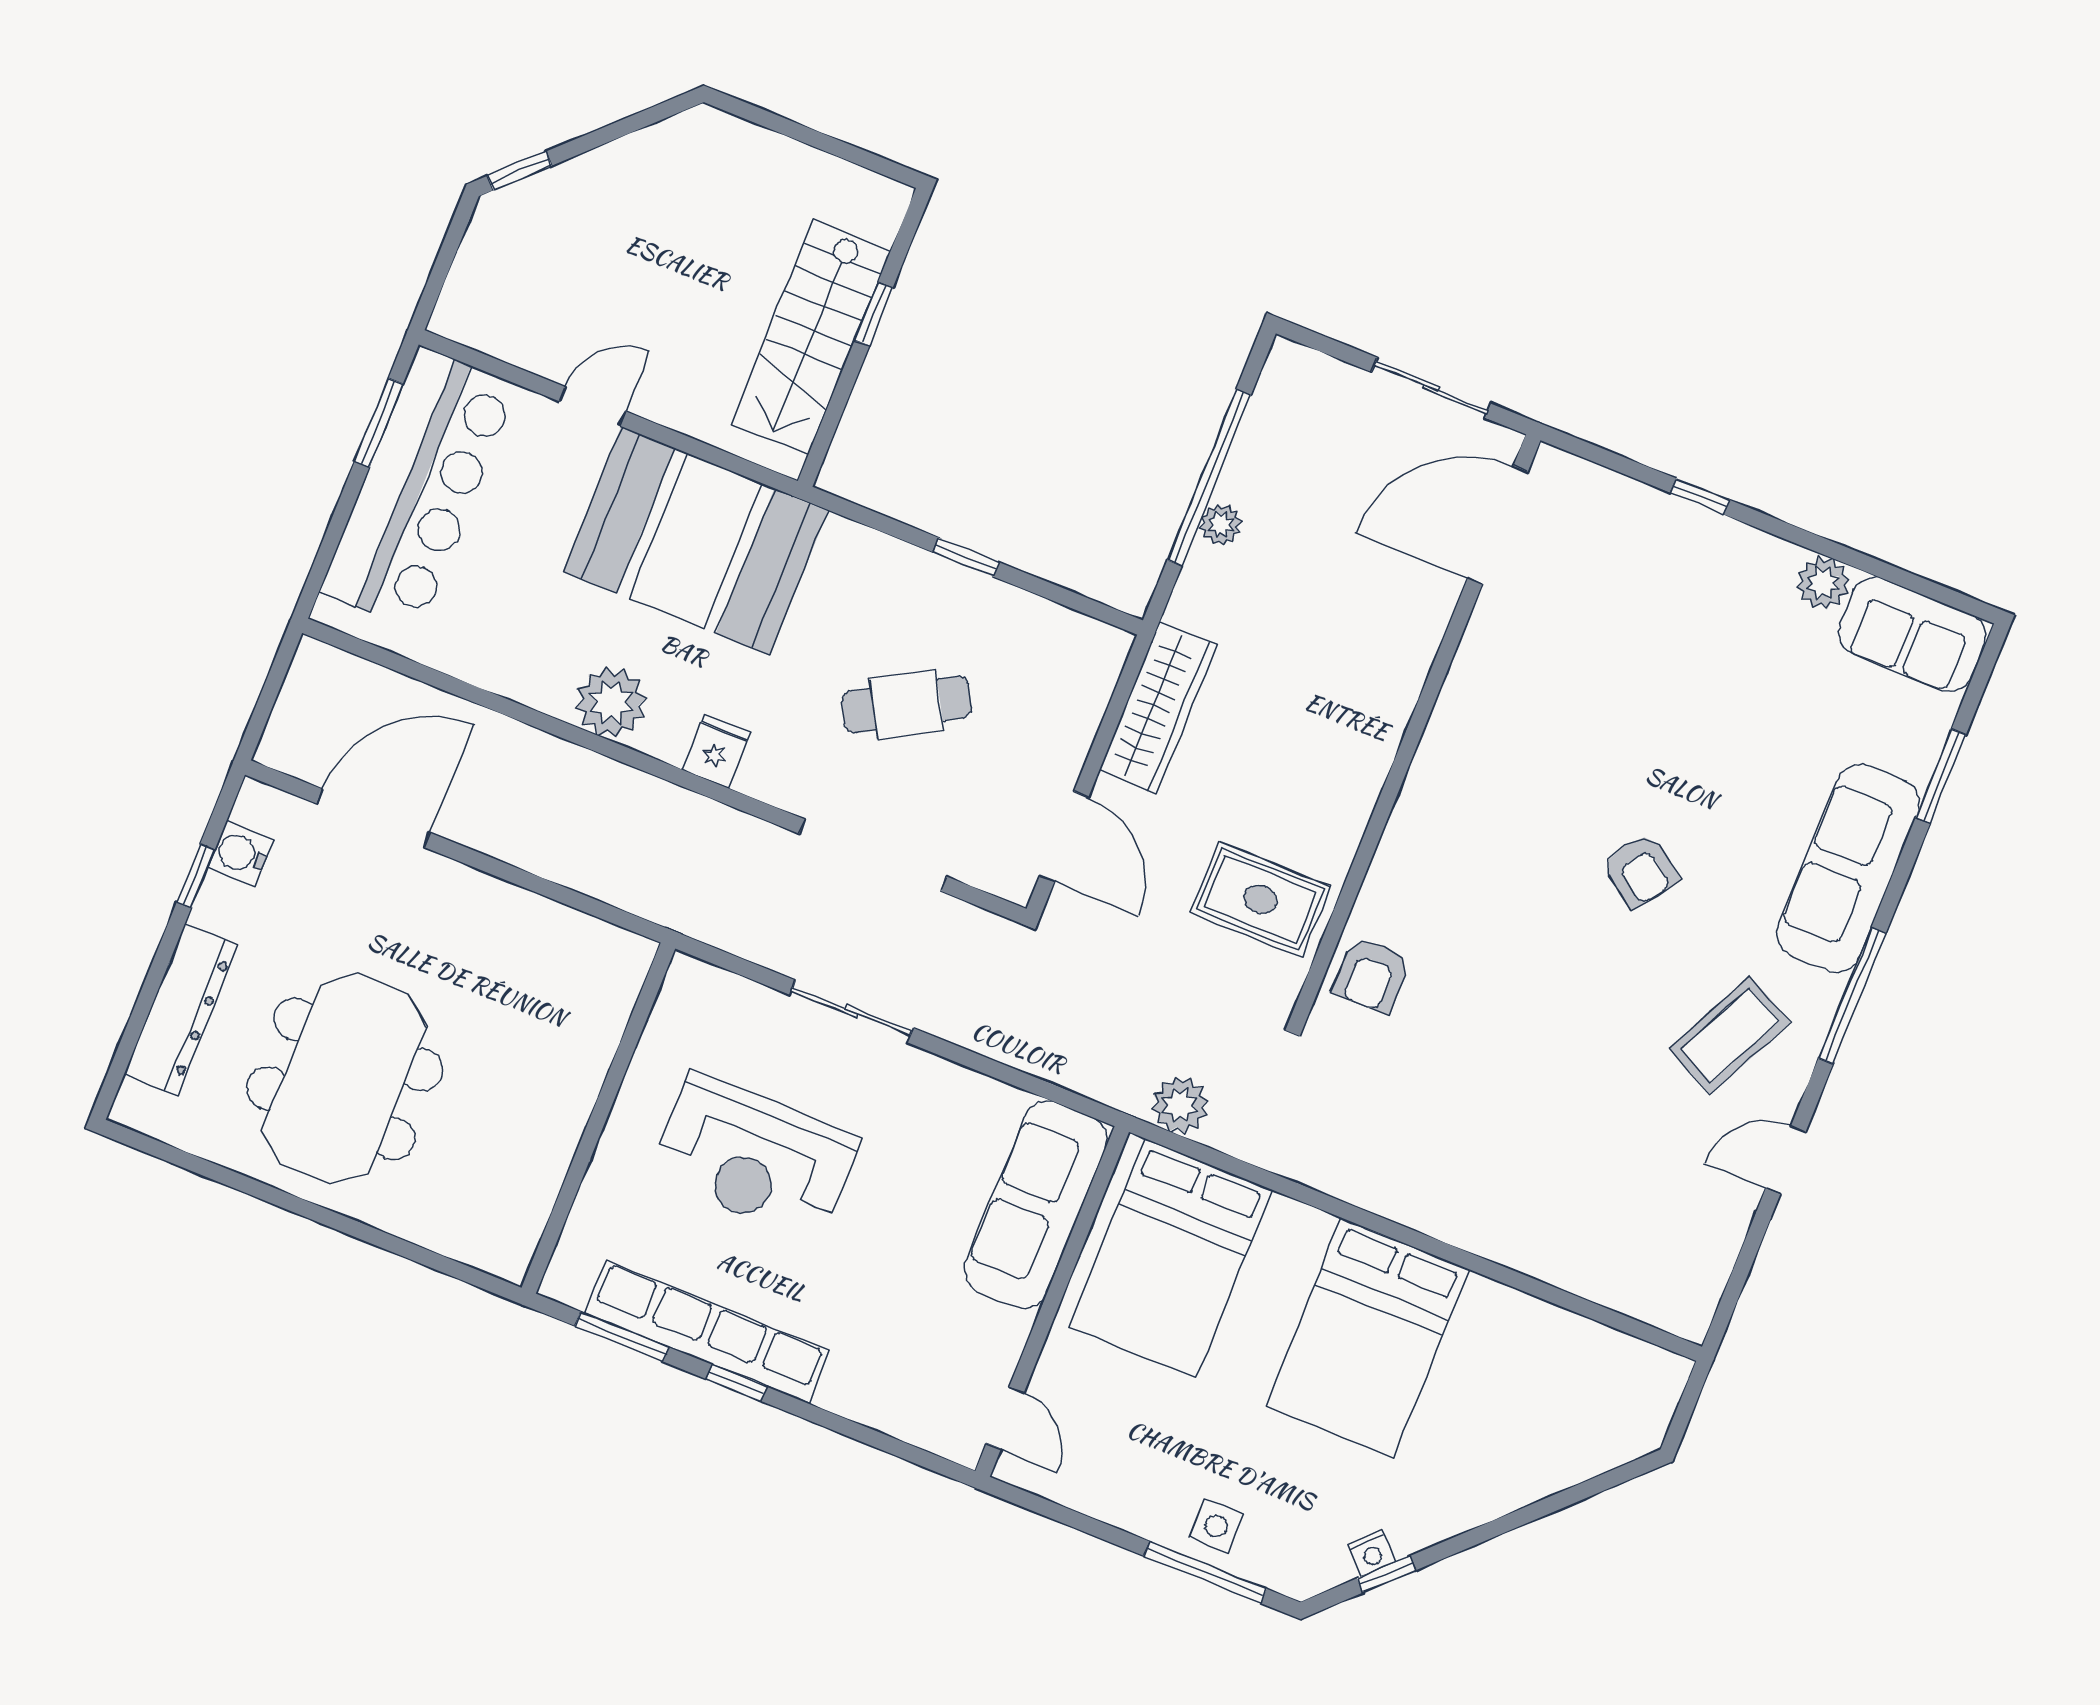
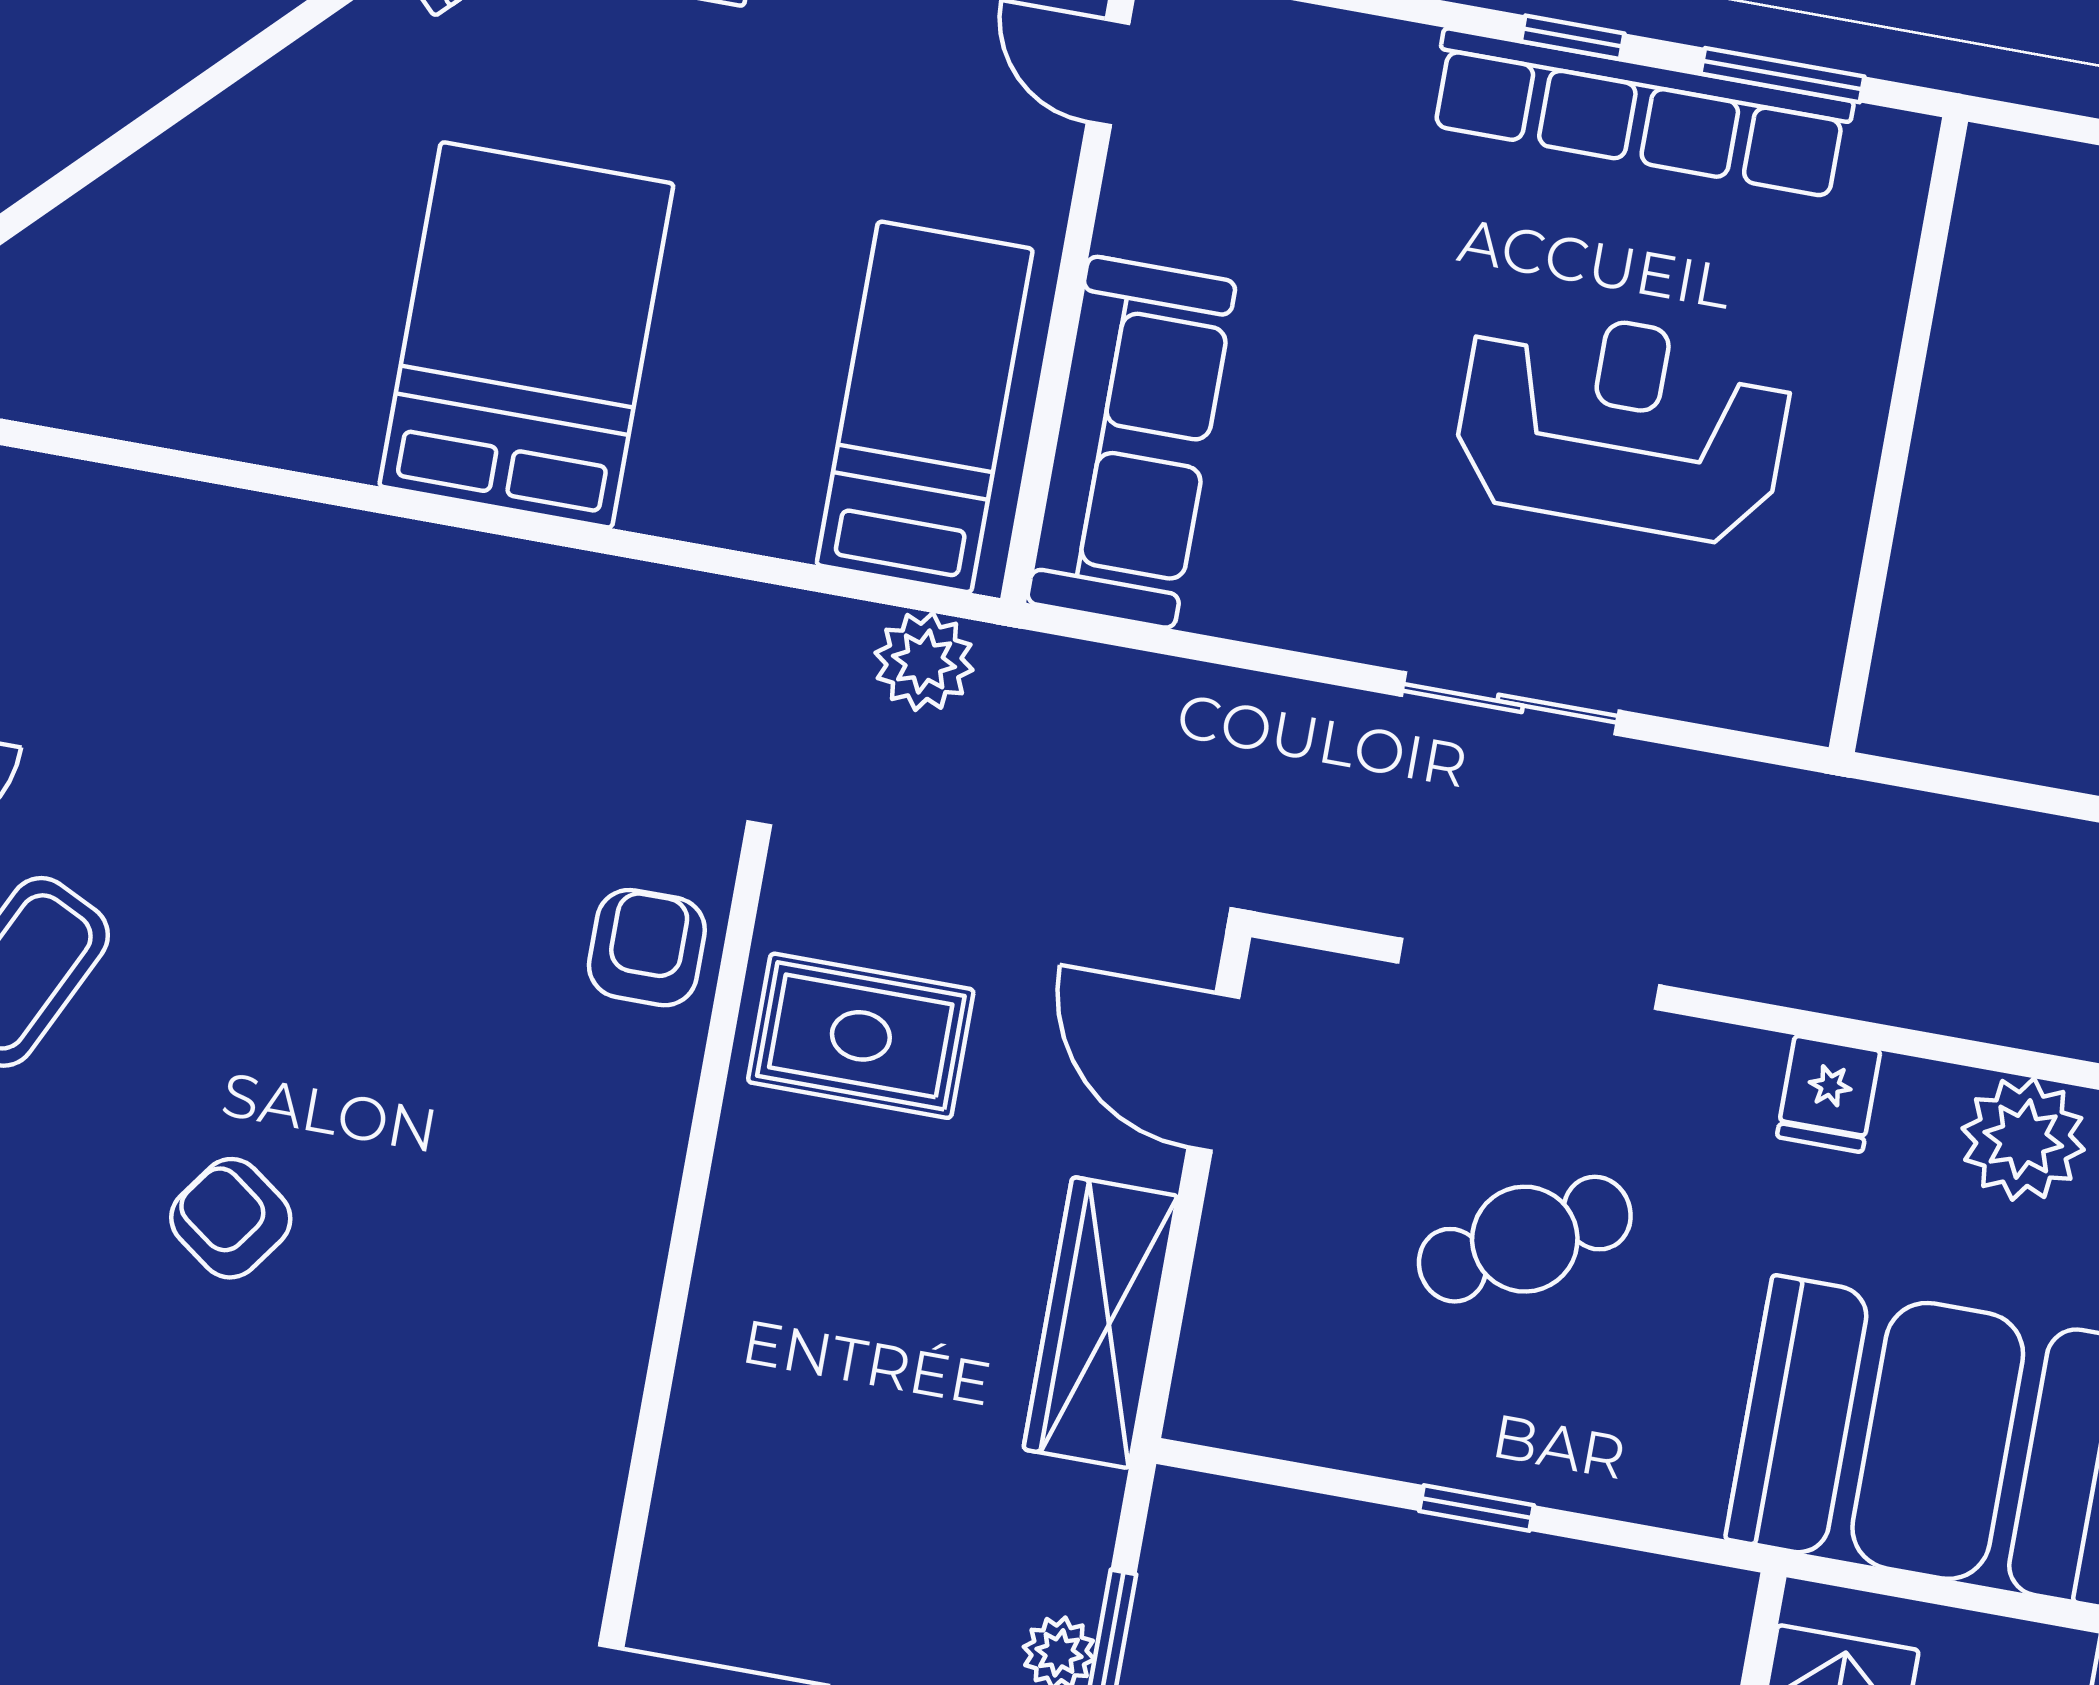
bed: (1170, 1258) -> (925, 407), width x0.67

